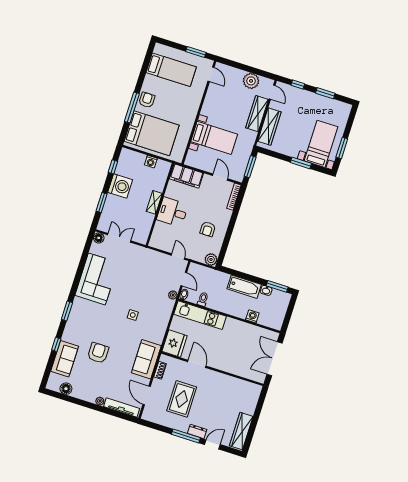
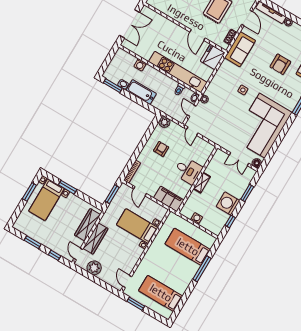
armchair: (147, 100) -> (188, 272), removed
bed: (152, 133) -> (188, 247), width x0.67
corner sofa: (97, 279) -> (262, 126), width x1.36, depth x1.36
kitchen unit: (200, 315) -> (178, 72), width x1.36

